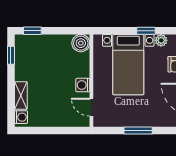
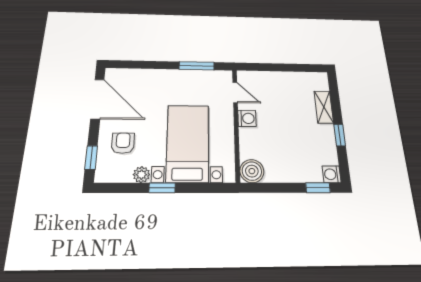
window: (11, 55) -> (340, 135), moved
washing machine: (21, 117) -> (332, 174), moved
window: (138, 130) -> (197, 66), moved

